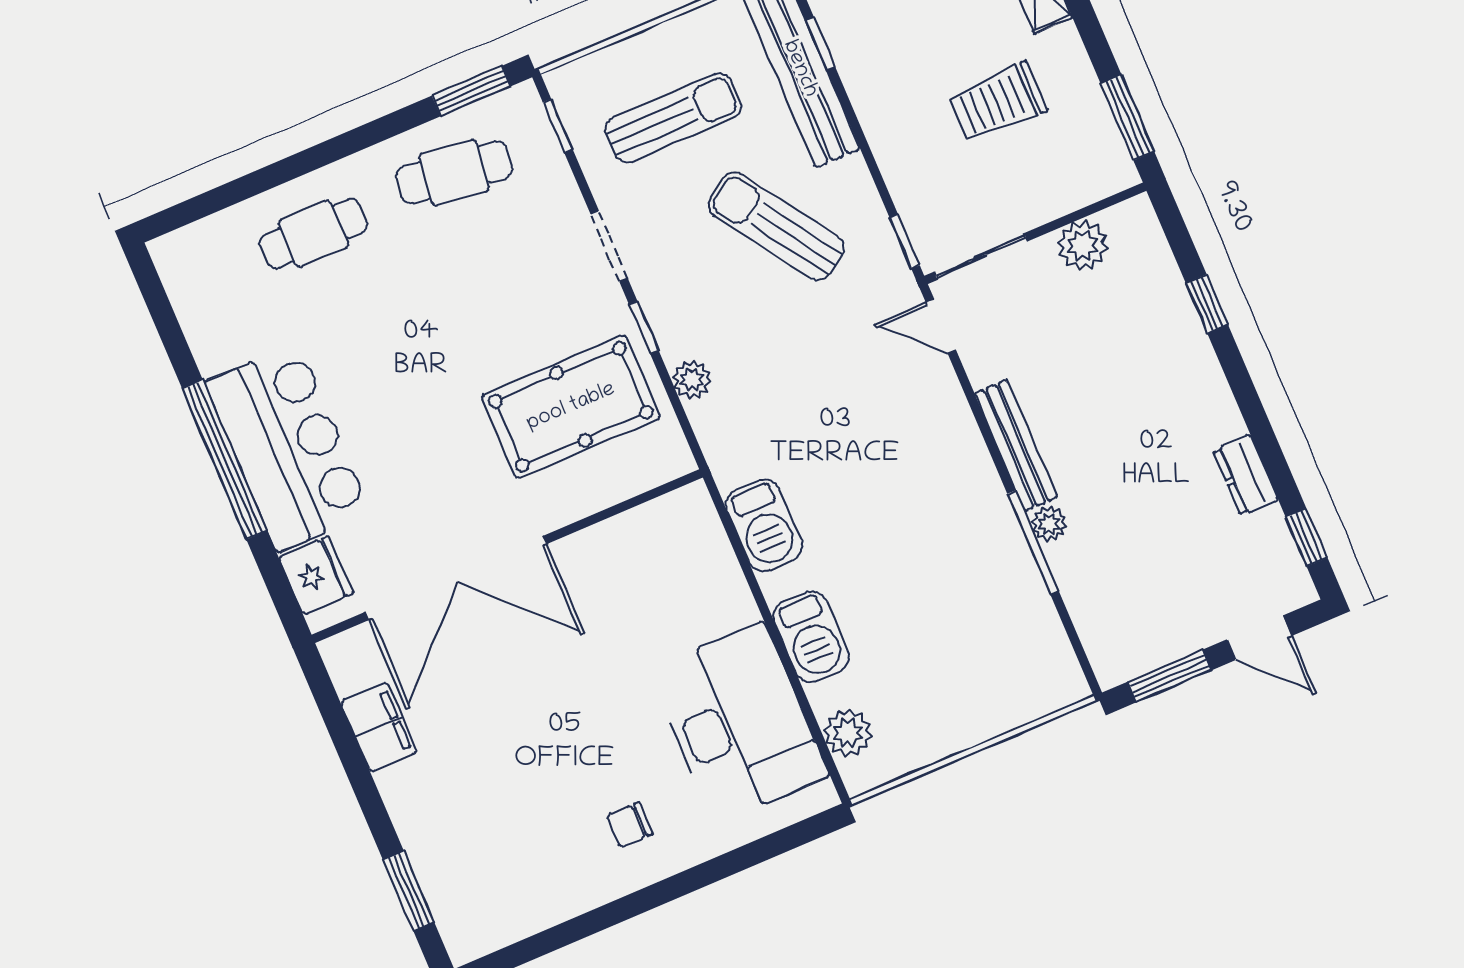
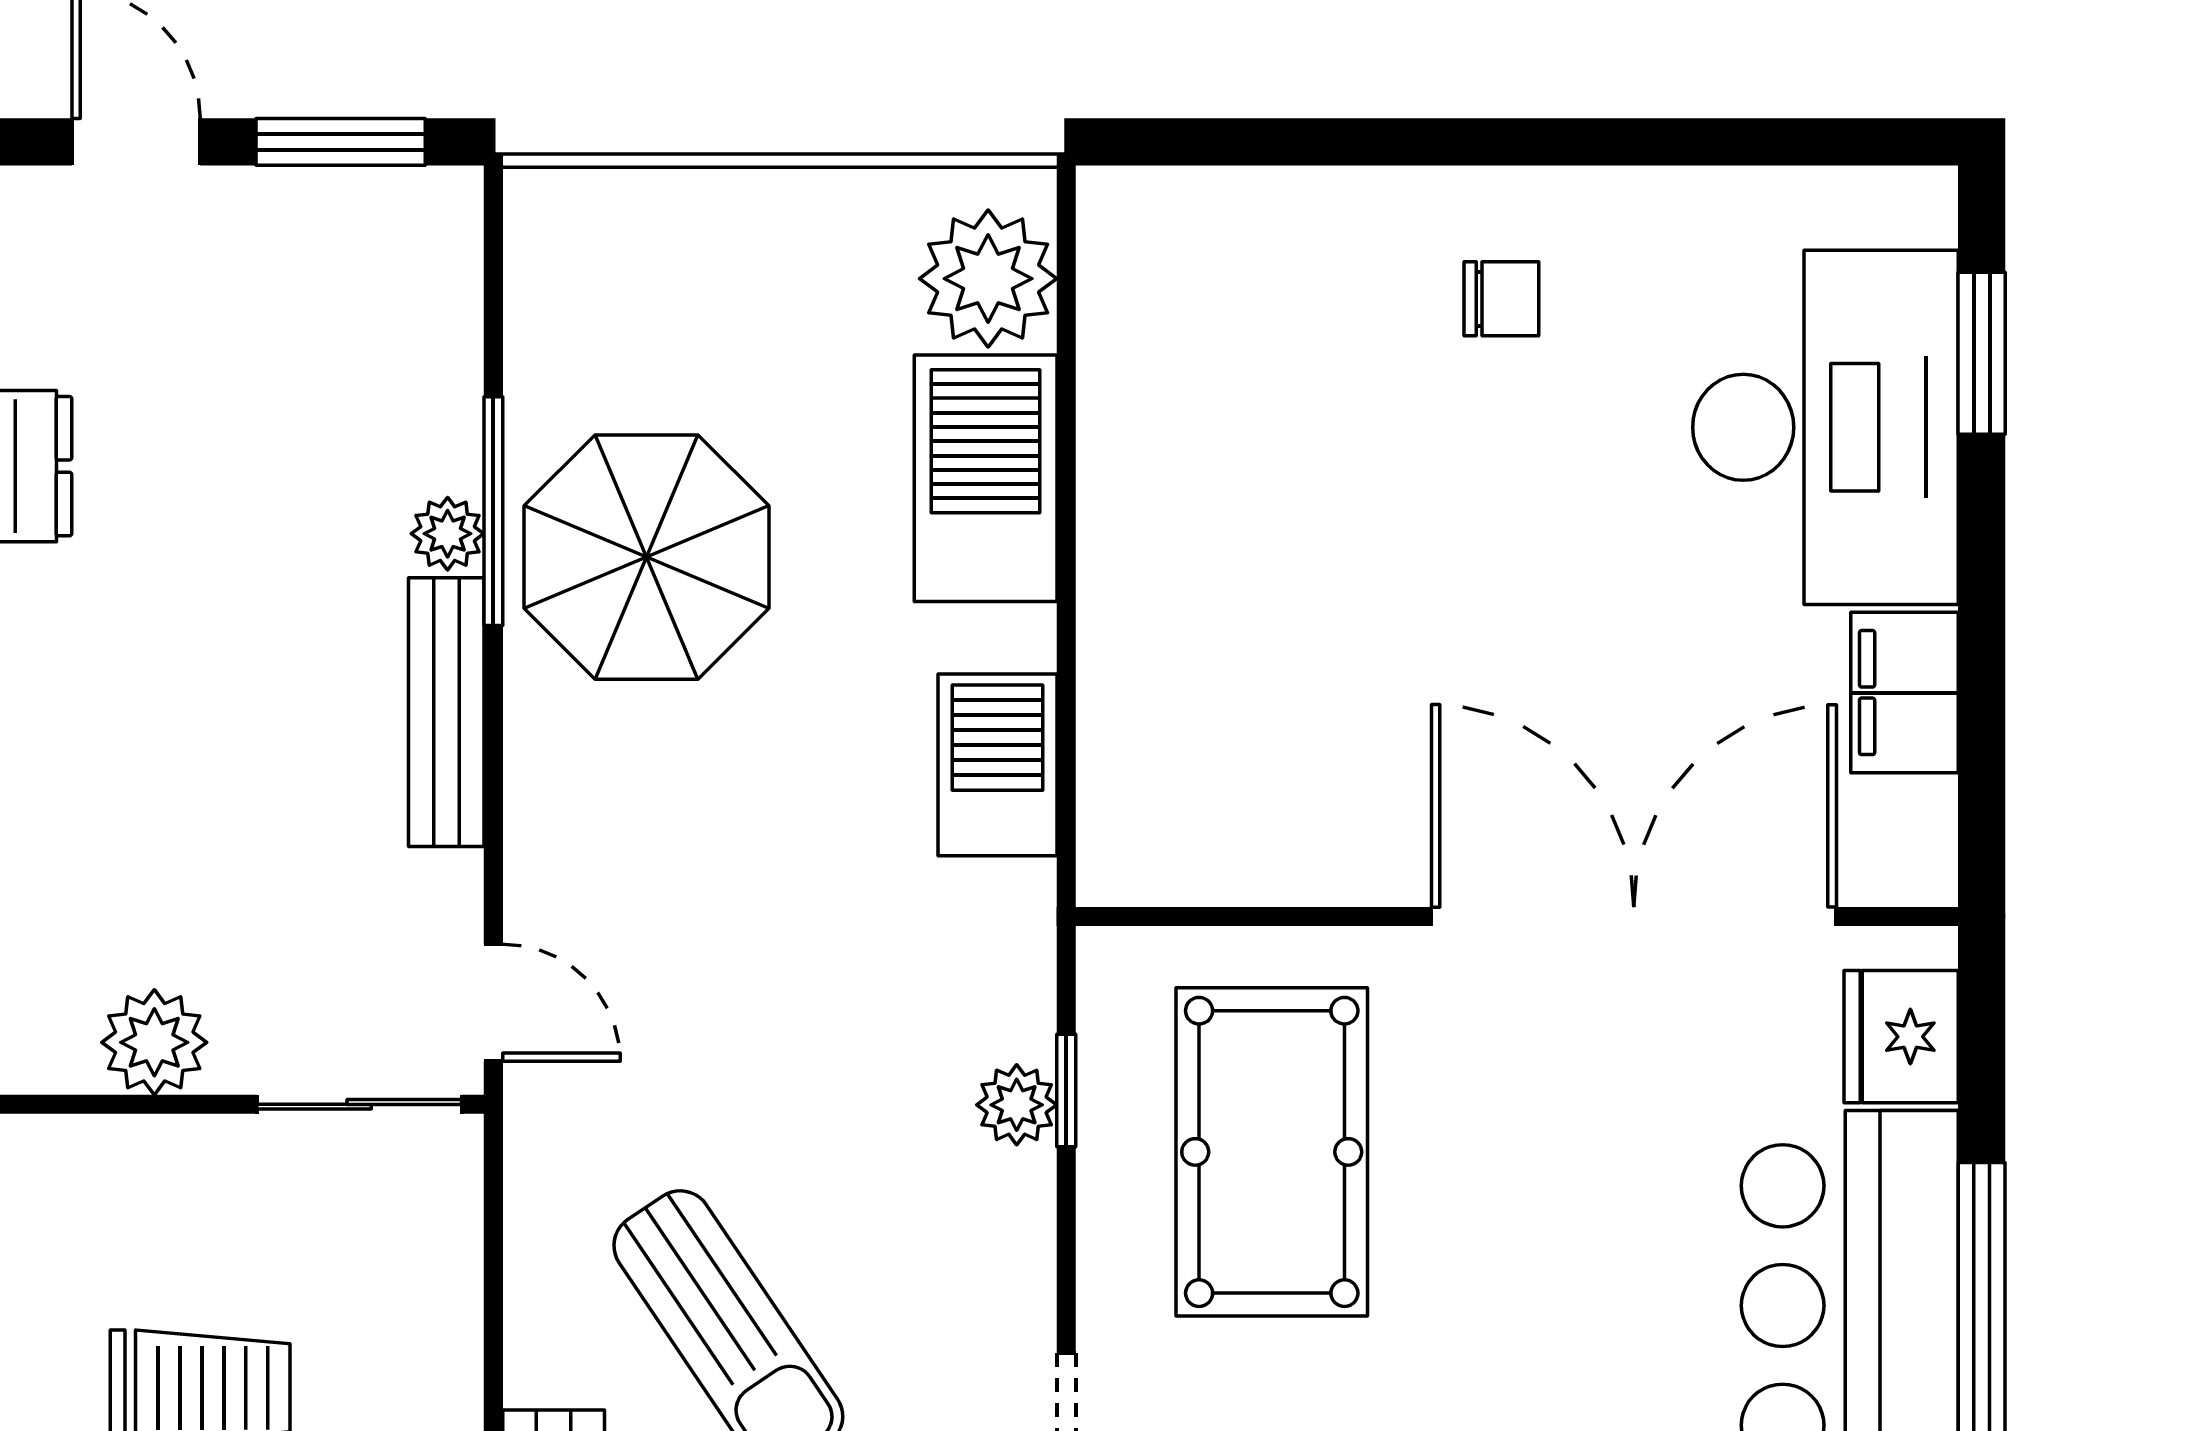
window: (905, 241) -> (493, 1196), removed
window: (644, 328) -> (1066, 1090), moved
pool table: (571, 407) -> (1272, 1152), turned 90
parasol: (957, 551) -> (646, 557), added
barbecue: (811, 637) -> (986, 478), width x1.37, depth x1.21
desk: (739, 723) -> (1825, 427), moved, turned 180
plant: (848, 733) -> (988, 279), width x1.36, depth x1.36

